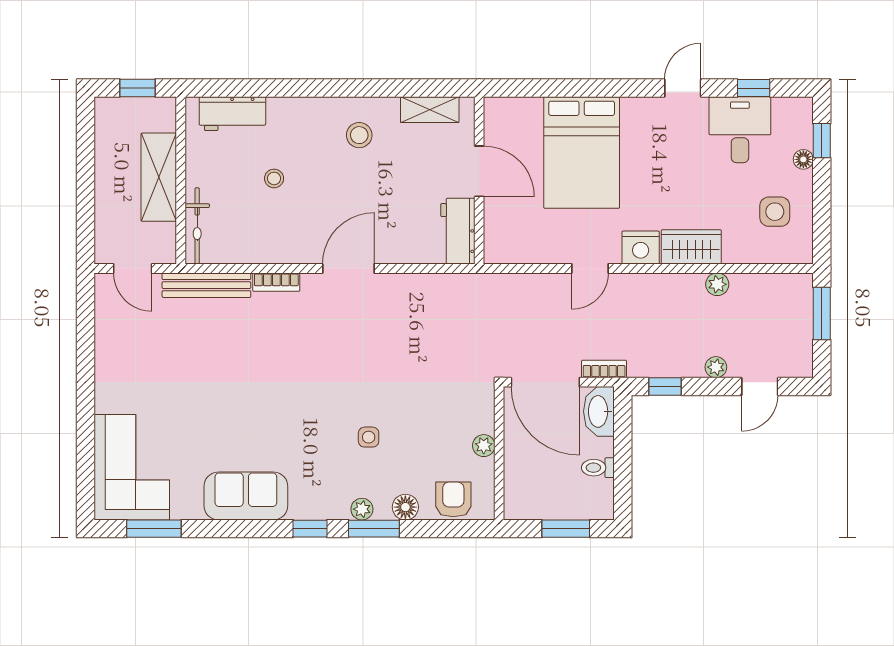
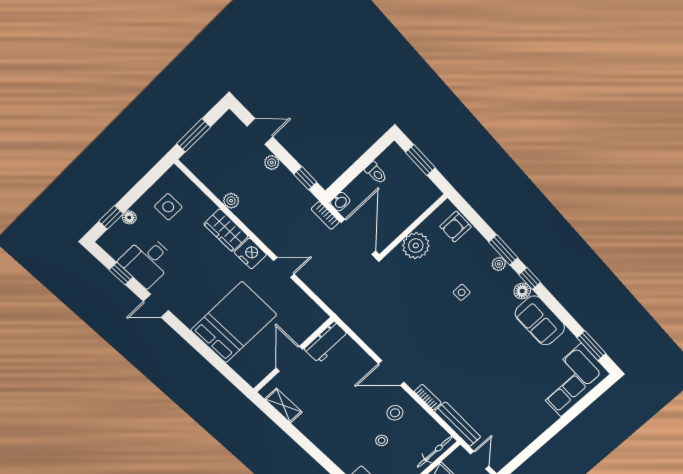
stool: (359, 135) -> (395, 413), moved
washbasin: (599, 411) -> (340, 202), width x0.52, depth x0.69
plant: (484, 446) -> (416, 246), width x1.87, depth x1.87
floor lamp: (405, 507) -> (522, 291), moved

